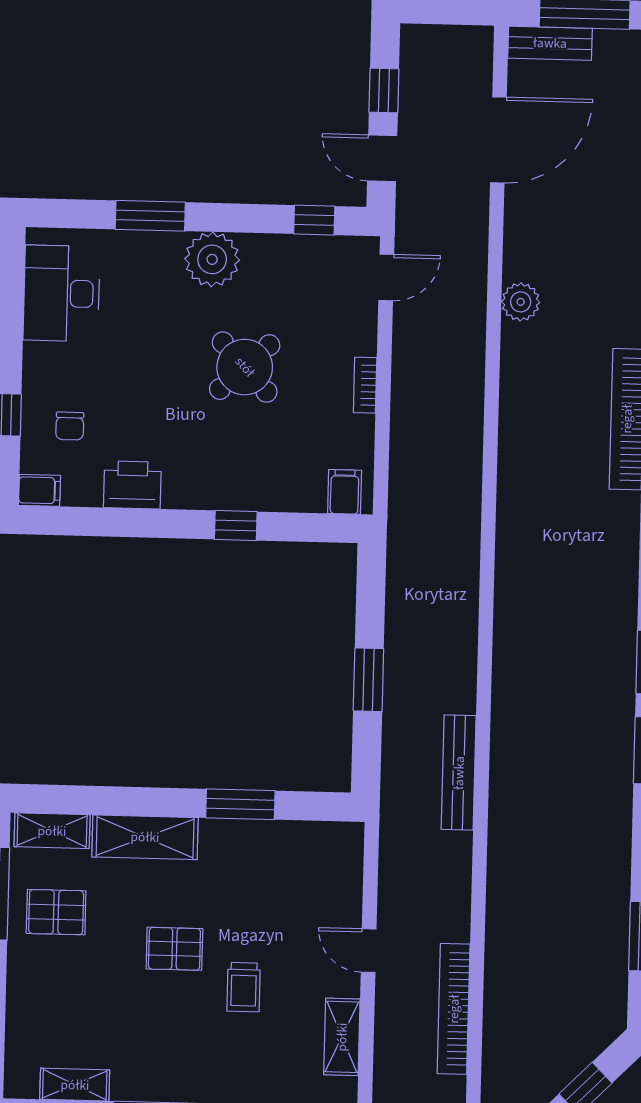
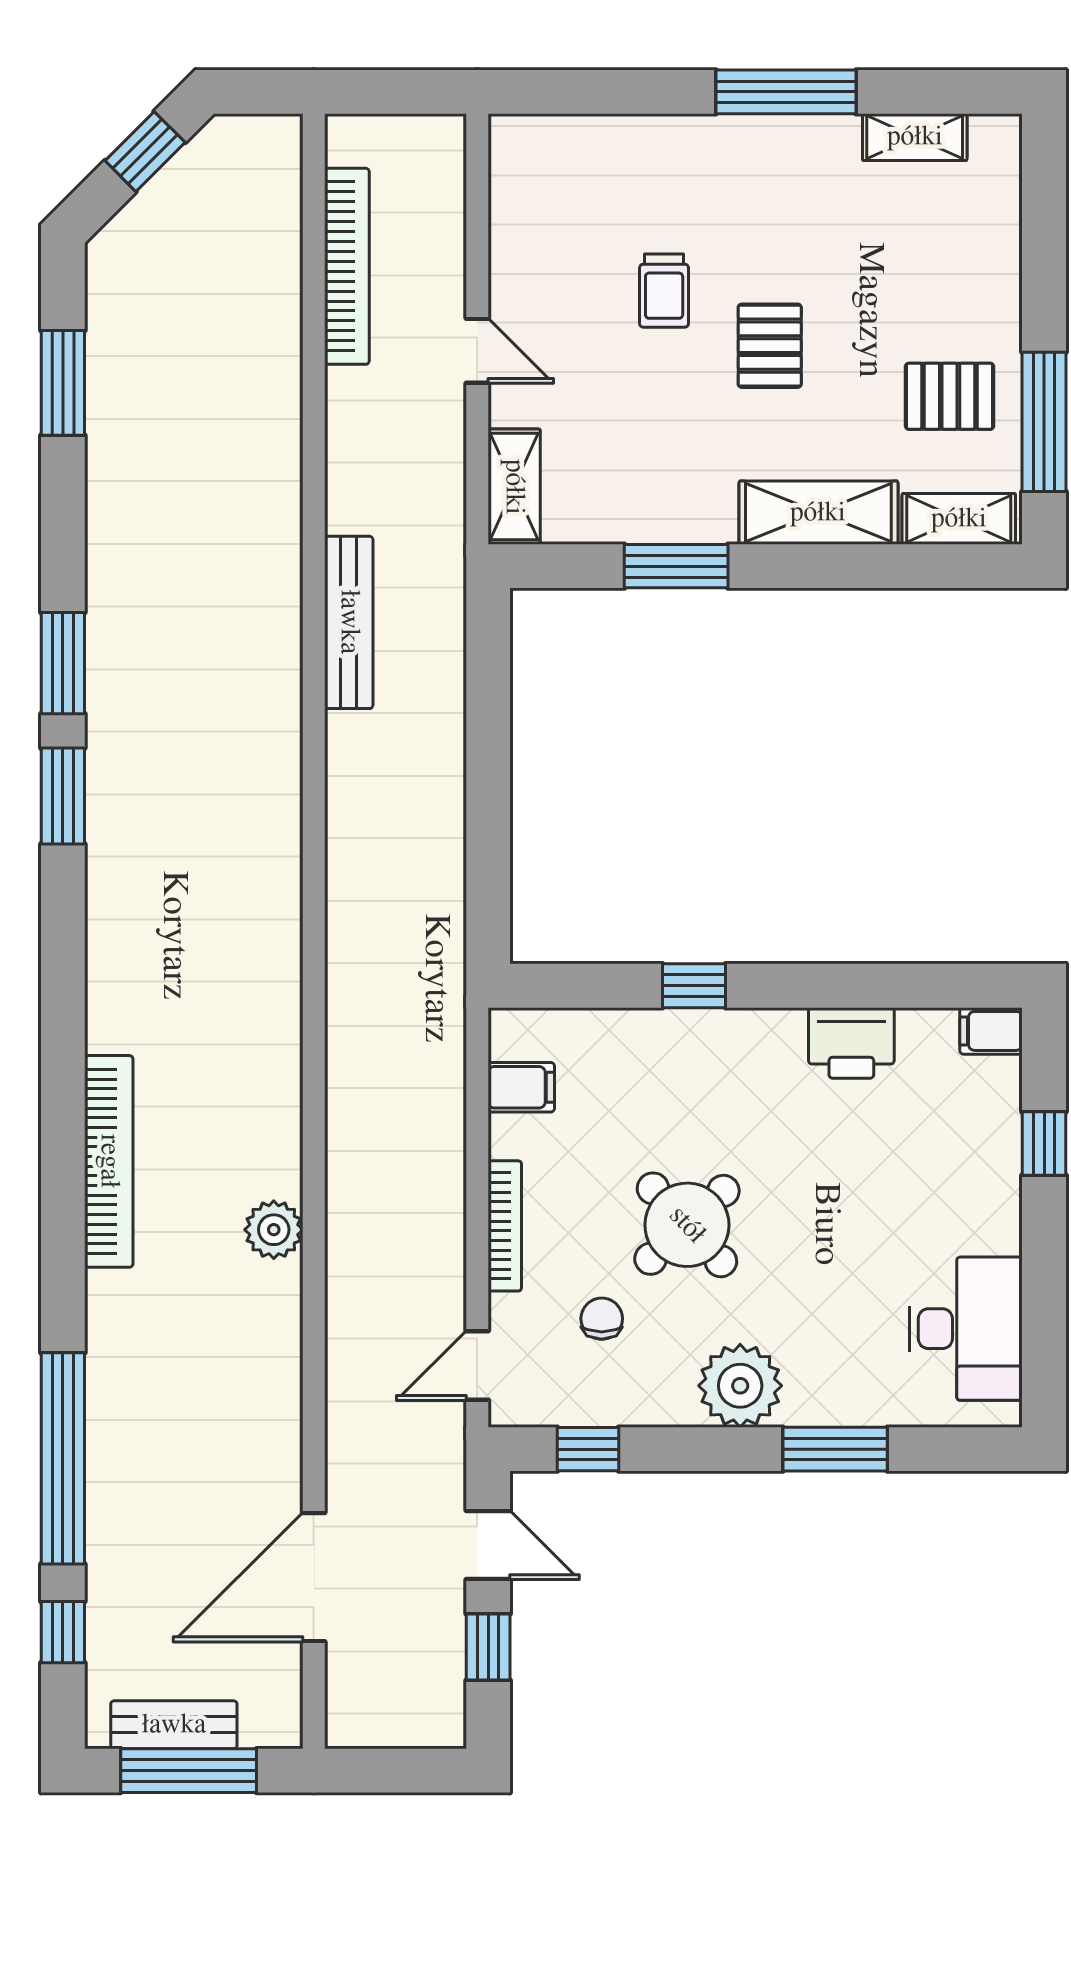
bench: (550, 43) -> (174, 1725), moved
plant: (521, 302) -> (274, 1230), moved
bookcase: (365, 385) -> (505, 1226), width x1.56
chair: (70, 426) -> (602, 1319), moved
filing cabinet: (345, 492) -> (521, 1087), moved, turned -90
window: (368, 680) -> (488, 758), removed
pallet: (174, 949) -> (770, 346), turned 90
trolley: (244, 987) -> (664, 291), turned 180
shelving: (342, 1037) -> (514, 487), moved

